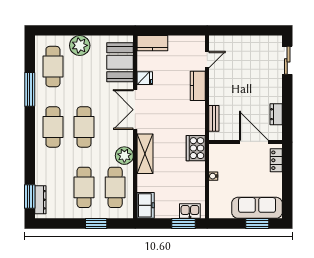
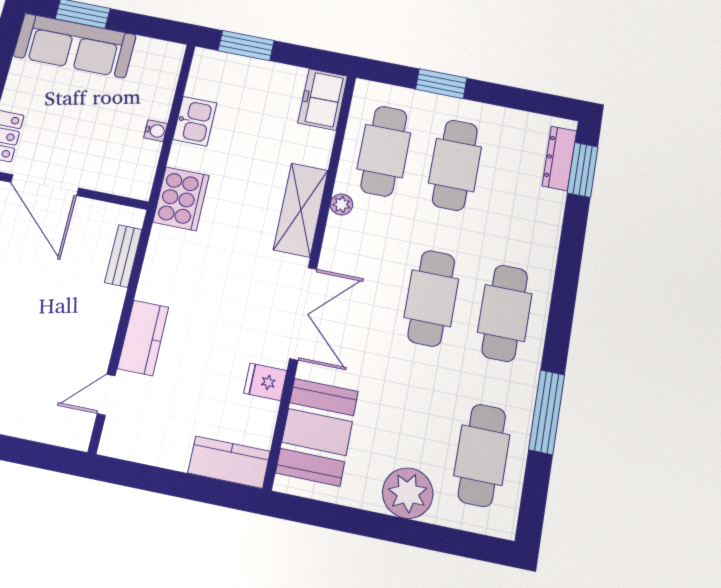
plant: (124, 156) -> (341, 204), width x0.53, depth x0.53
kitchen sink: (190, 211) -> (195, 121), moved, turned -90

